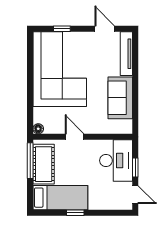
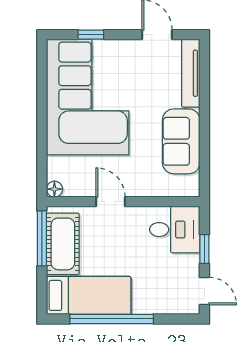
desk: (116, 160) -> (175, 230), width x0.73
window: (75, 213) -> (112, 319), width x3.17

